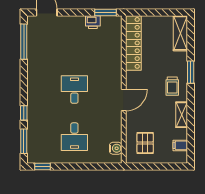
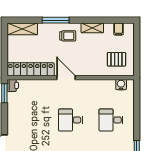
printer: (93, 22) -> (13, 85), moved
window: (191, 72) -> (56, 20), width x1.44
door: (124, 100) -> (66, 78), moved
desk: (74, 137) -> (111, 120), turned 180

